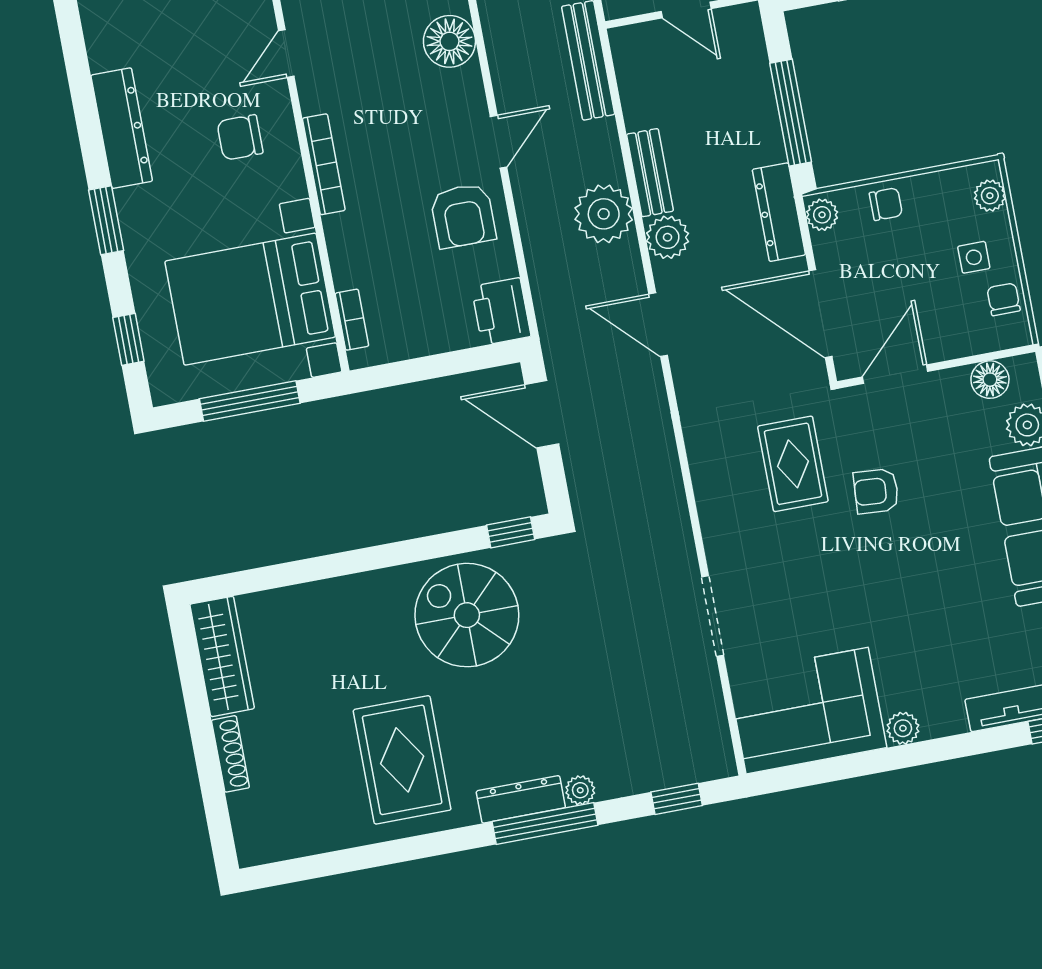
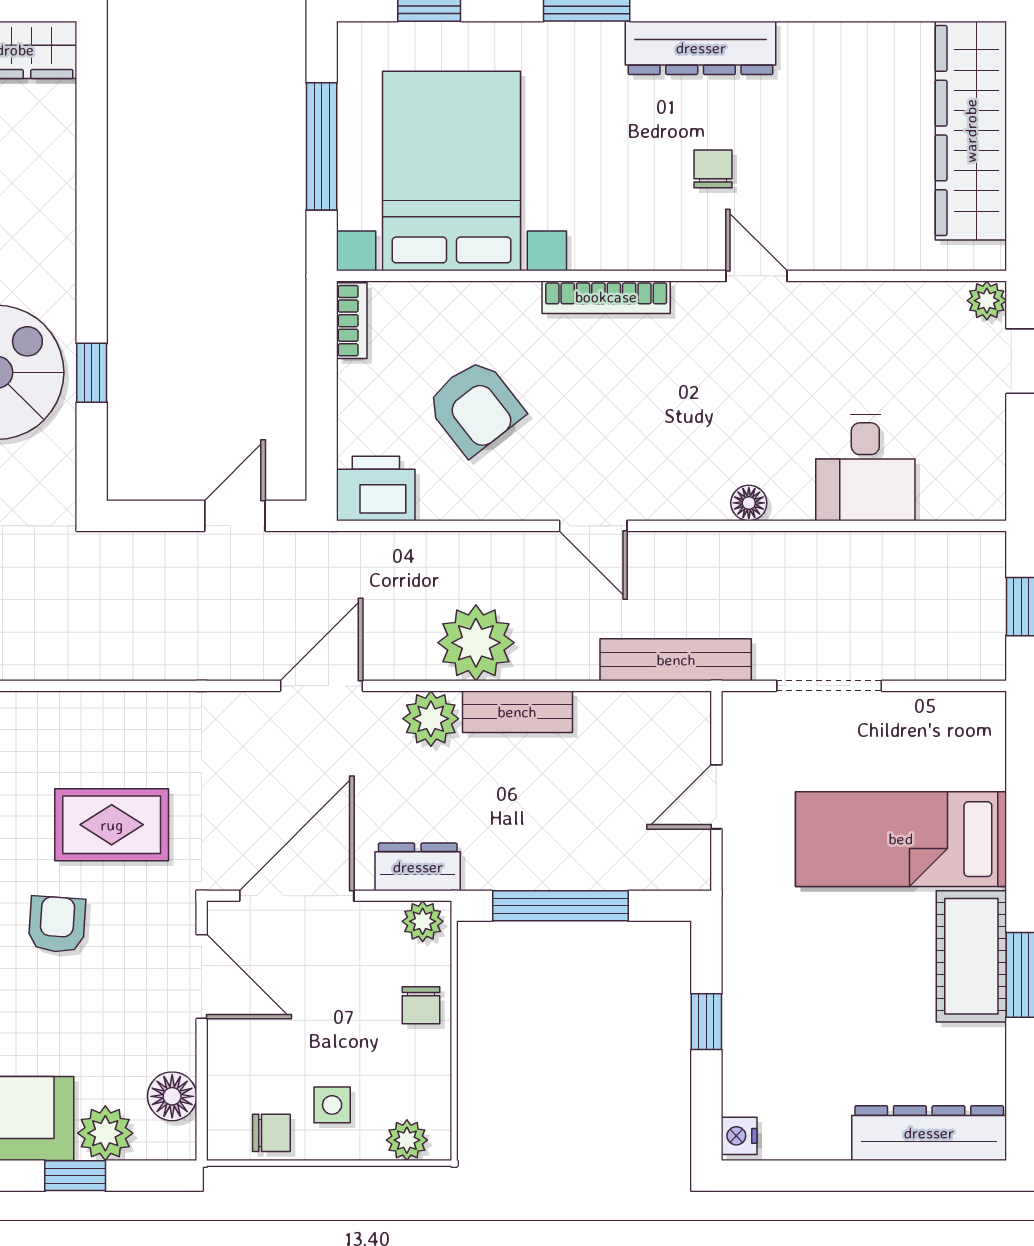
floor lamp: (449, 41) -> (749, 503), width x0.53, depth x0.53
chair: (240, 137) -> (713, 169), moved, width x0.73, depth x0.73
dresser: (779, 212) -> (418, 867), width x0.70
armchair: (463, 216) -> (475, 407), moved, turned -128
bookcase: (352, 320) -> (352, 321), moved, turned -90
door: (542, 414) -> (235, 516), width x0.73
window: (511, 532) -> (92, 373), moved

